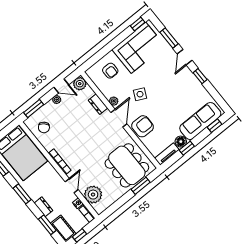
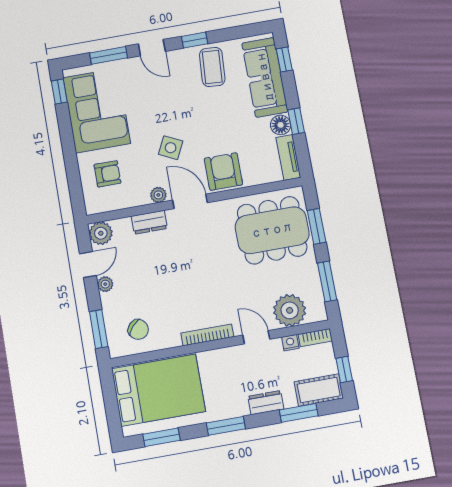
coffee table: (191, 92) -> (212, 67), added
window: (117, 205) -> (327, 281), added

